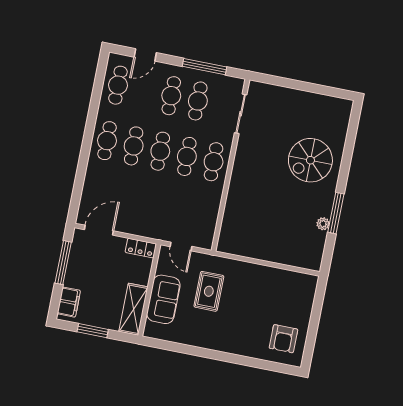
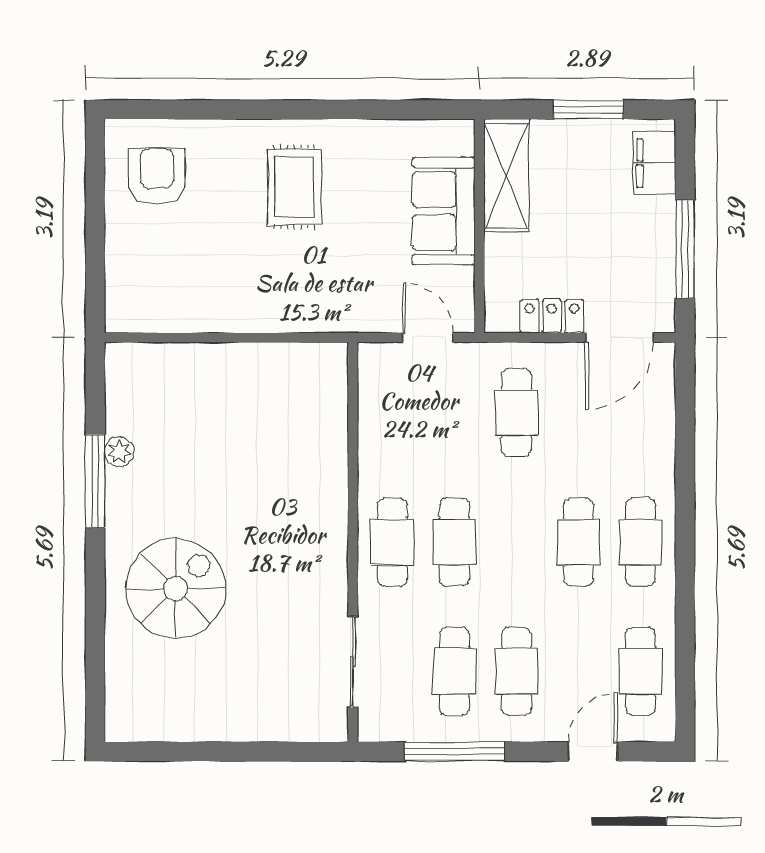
cafe table: (160, 151) -> (516, 413), moved
locker: (141, 248) -> (552, 316), moved
rug: (209, 291) -> (294, 187), moved

